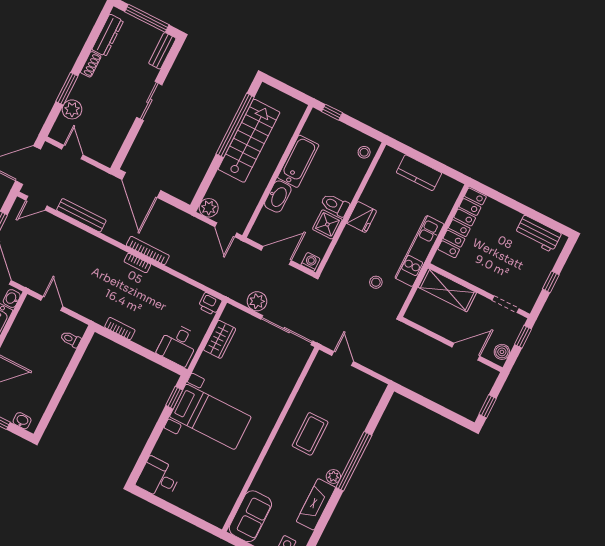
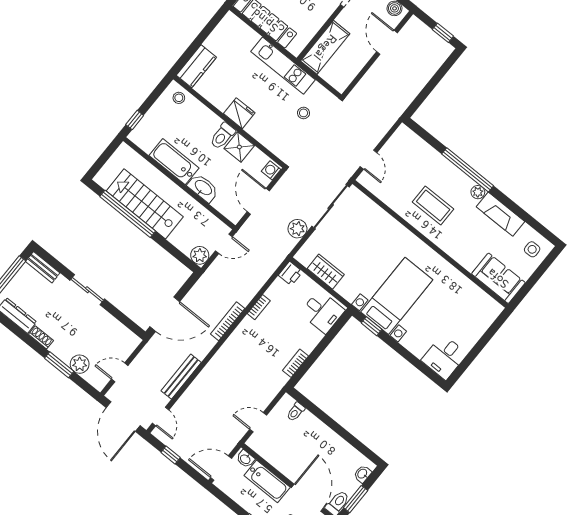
kitchen counter: (419, 173) -> (196, 66), moved
bookcase: (137, 263) -> (259, 307), moved
door: (343, 358) -> (369, 160), swing flipped

